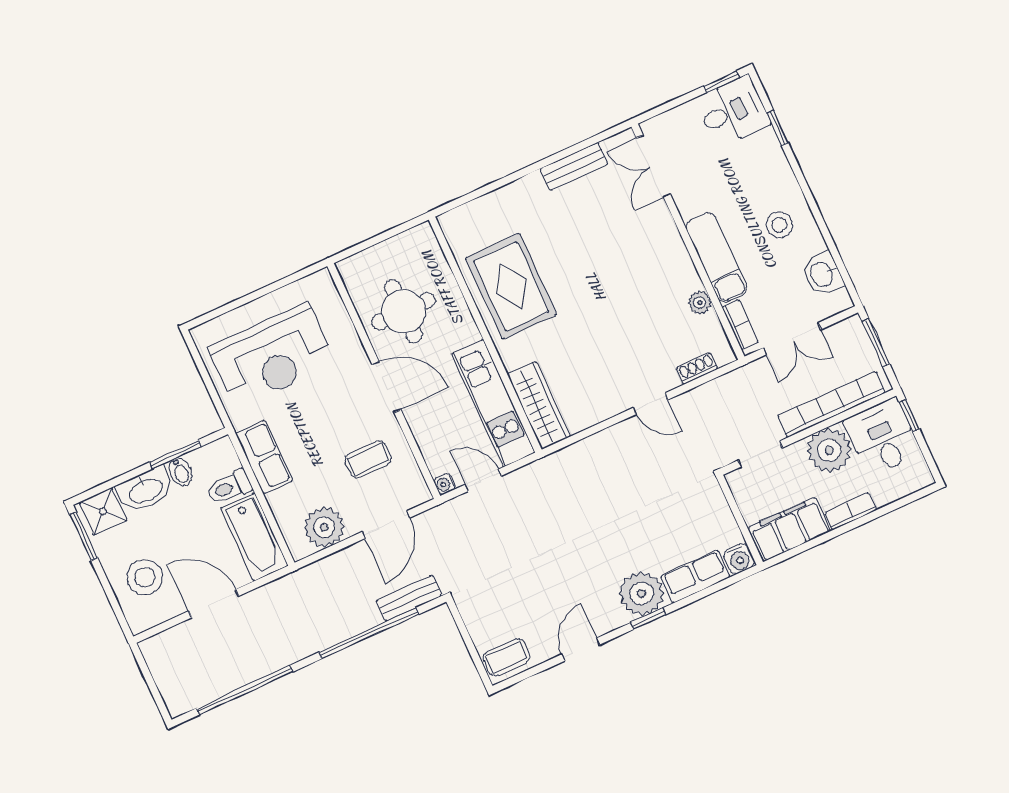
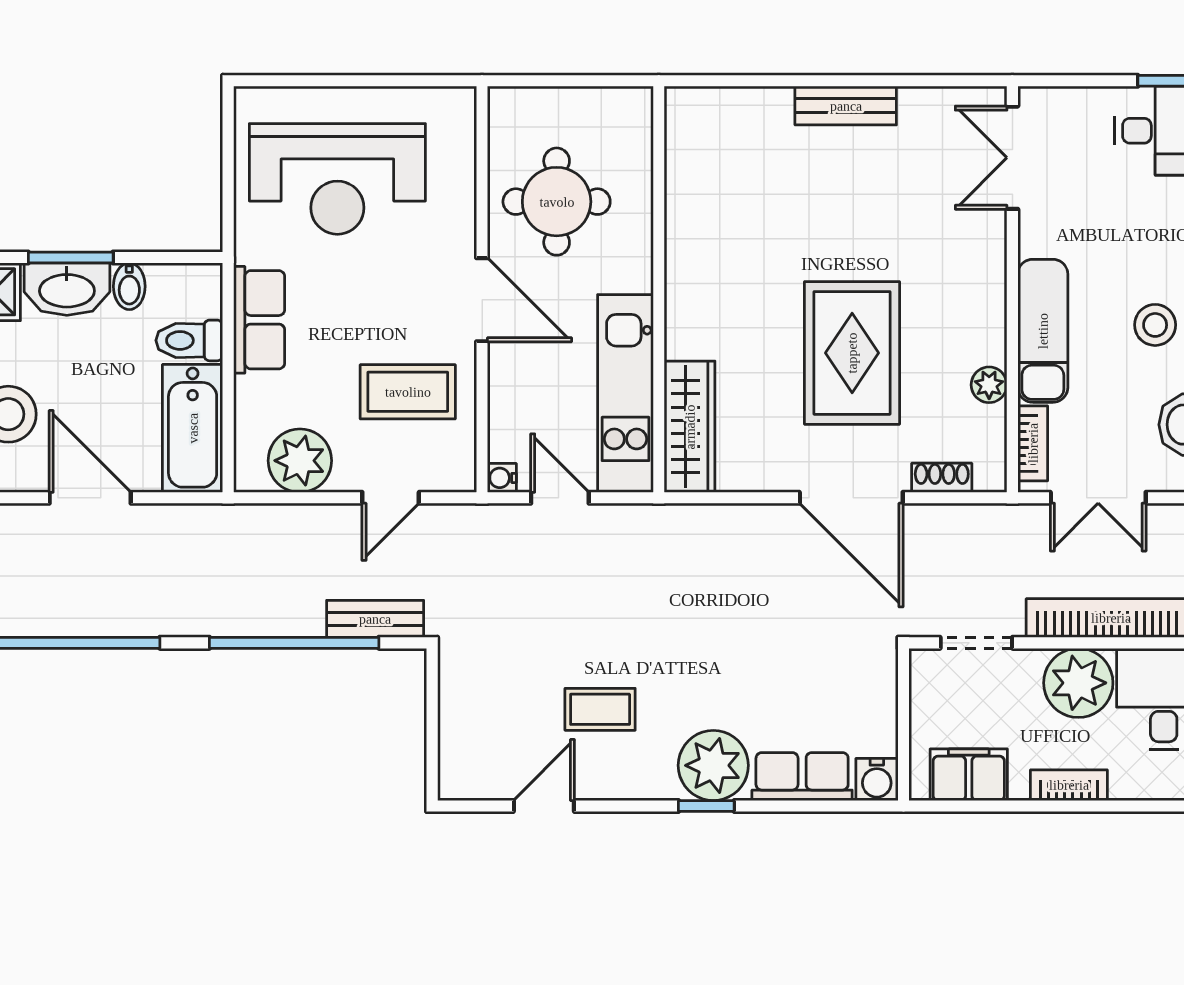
bench: (574, 166) -> (846, 106), moved
rug: (511, 286) -> (852, 353), moved
door: (650, 404) -> (851, 498), width x1.88
window: (176, 454) -> (71, 258), moved
coffee table: (368, 459) -> (408, 392), width x1.36, depth x1.30
door: (386, 525) -> (391, 498), width x0.73
filing cabinet: (789, 529) -> (969, 775), width x0.67, depth x0.86
door: (581, 649) -> (544, 806), moved
coffee table: (506, 657) -> (600, 709), moved

